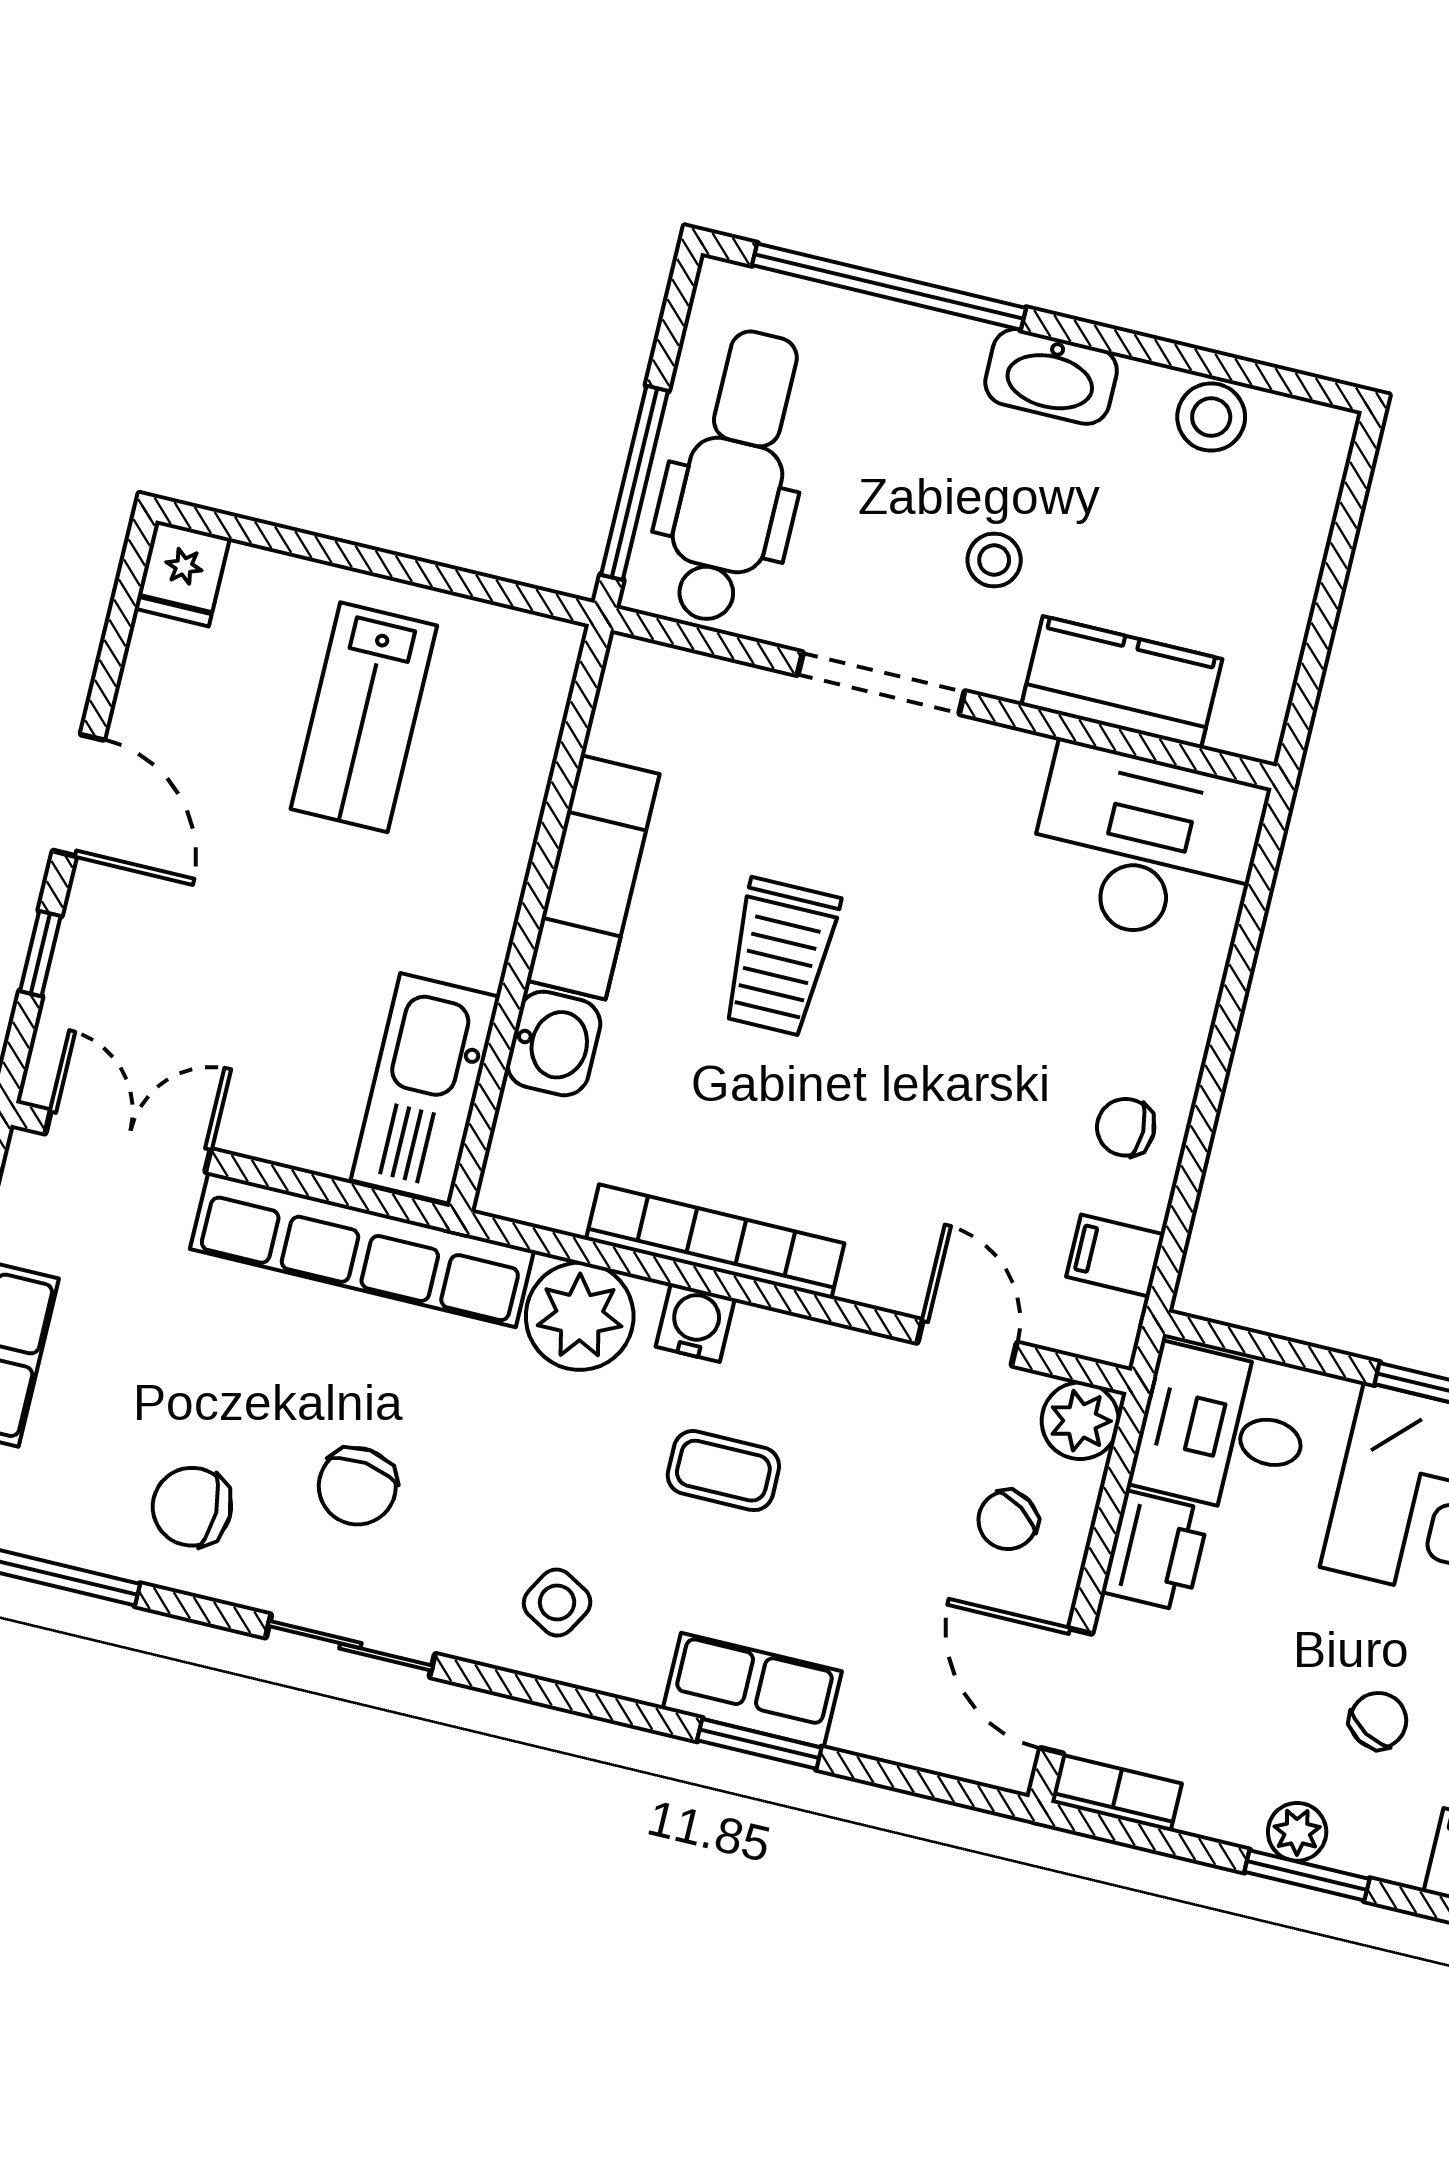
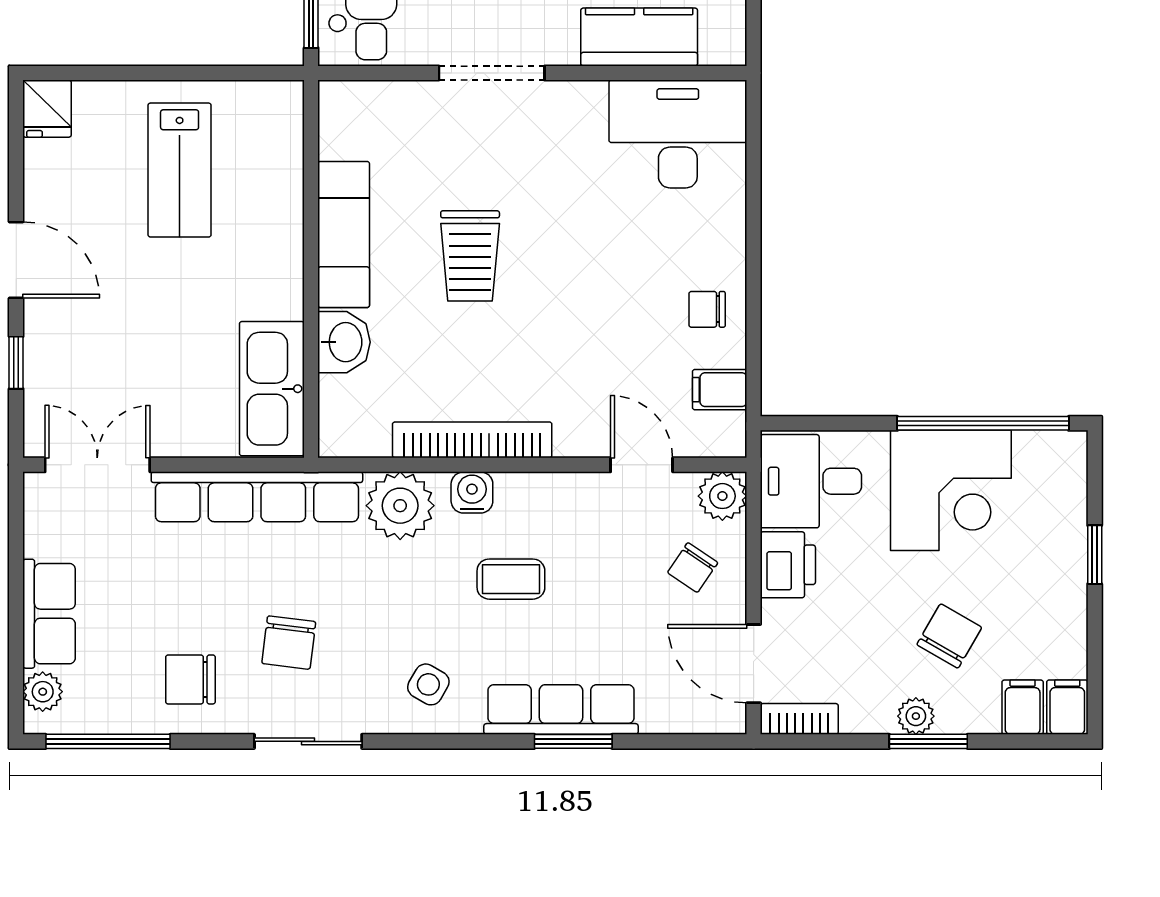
row of seats: (752, 1690) -> (561, 710), width x1.48
chair: (1378, 1721) -> (949, 636), width x1.37, depth x1.37

